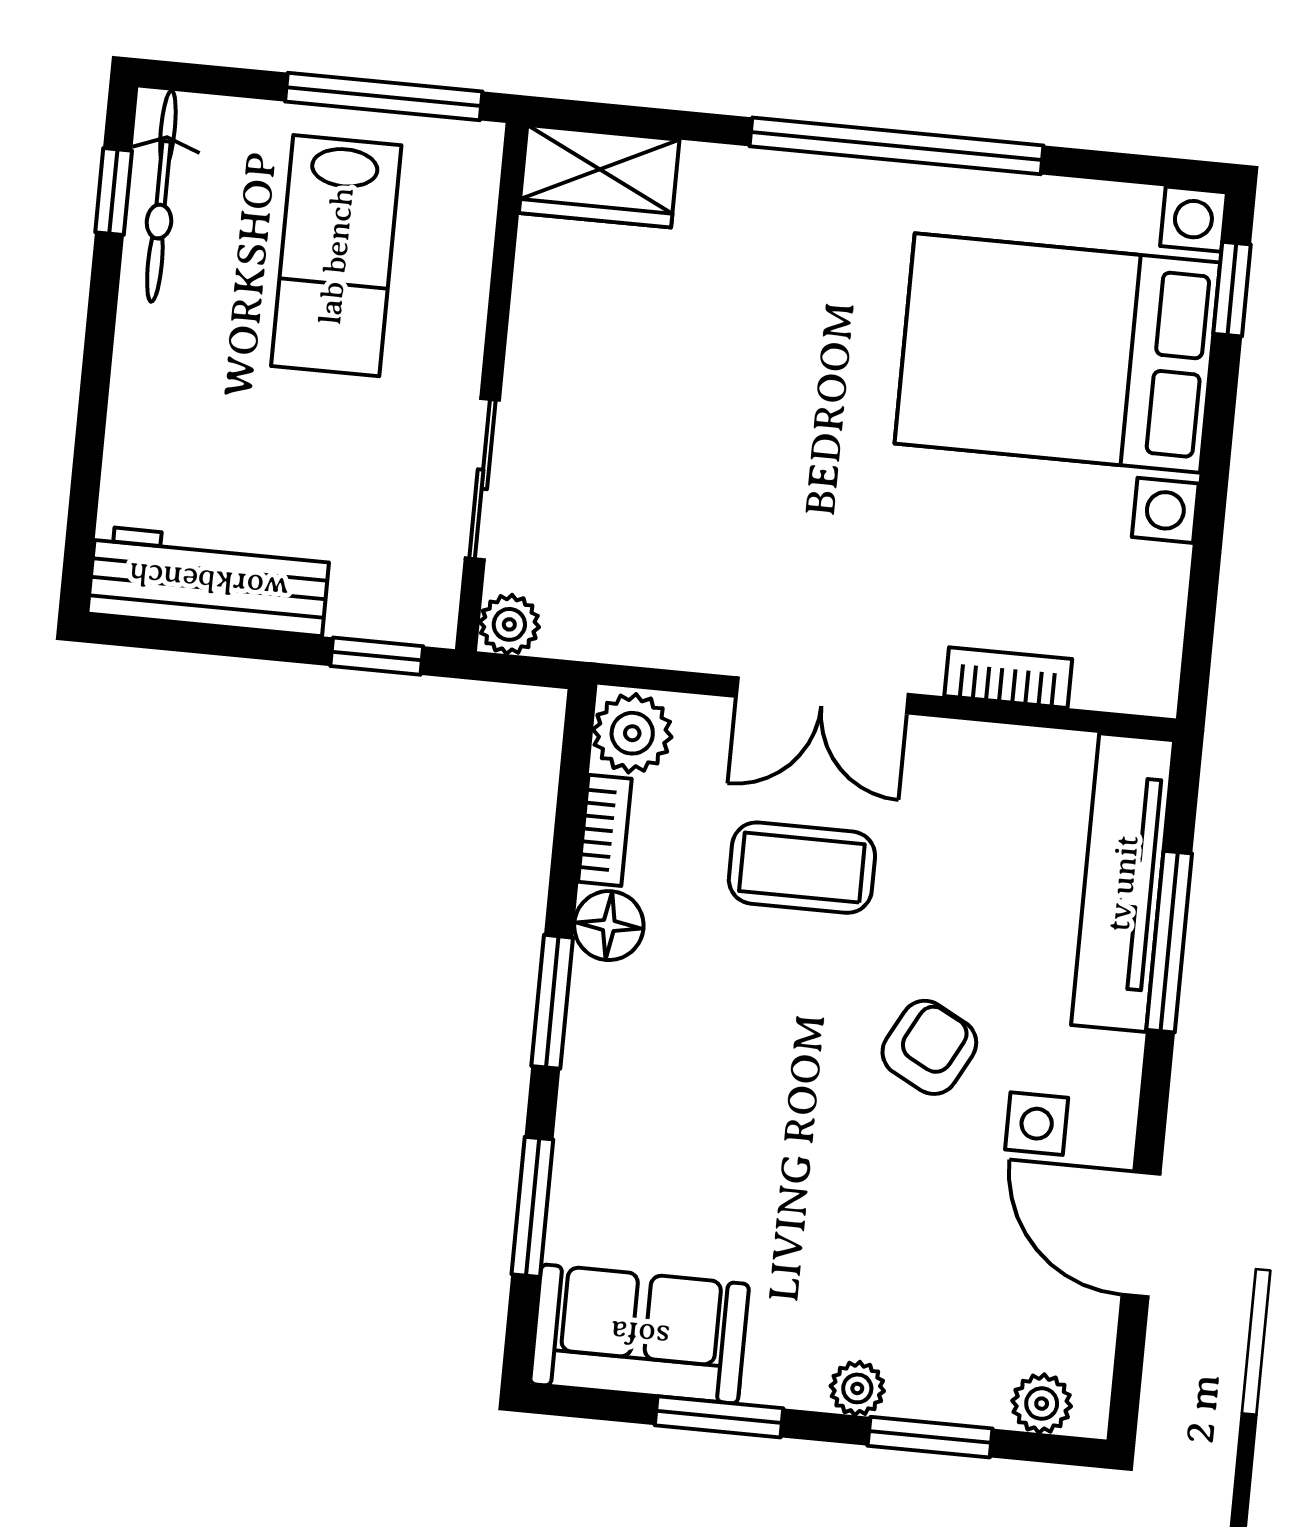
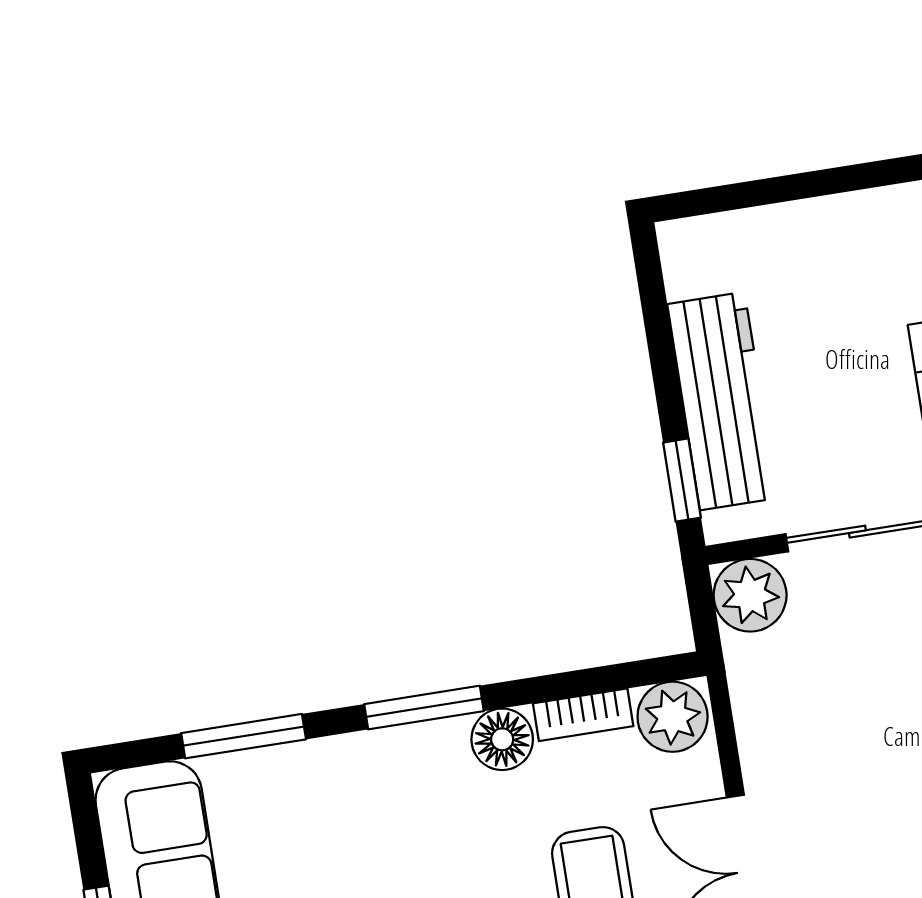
workbench: (209, 581) -> (722, 401), moved
plant: (509, 624) -> (750, 595), width x1.38, depth x1.38

